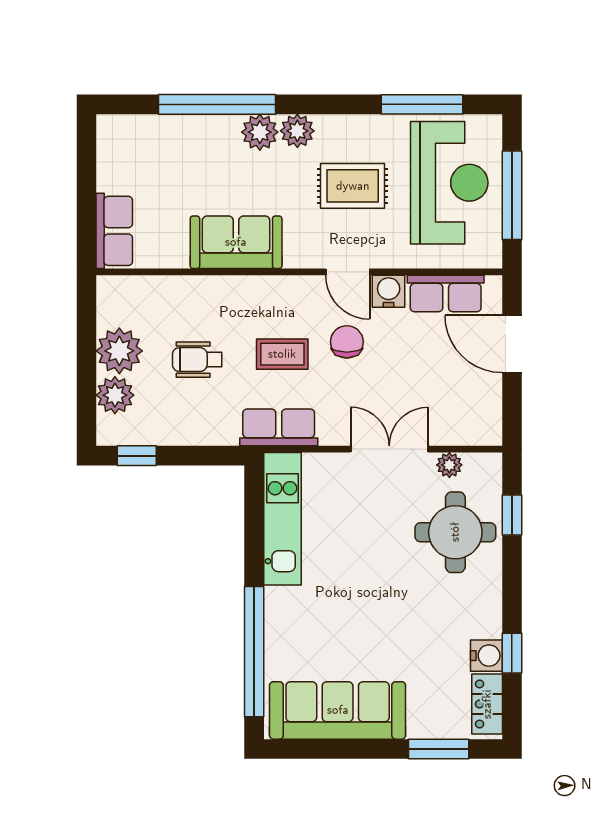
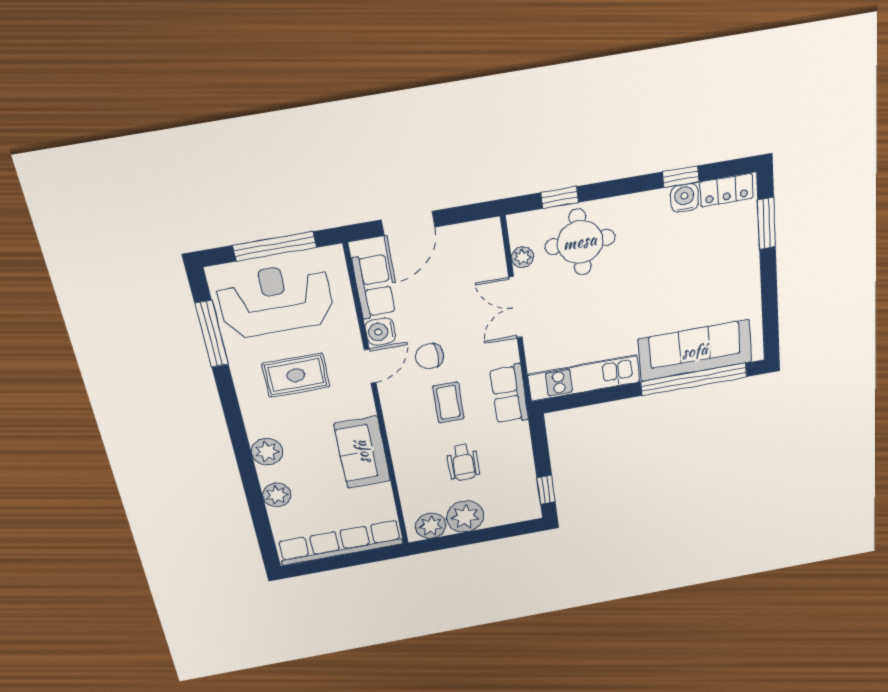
window: (217, 104) -> (252, 486), removed
plant: (297, 131) -> (277, 495), moved
rug: (353, 186) -> (296, 375), turned 90
row of seats: (114, 231) -> (340, 543), width x2.02
plant: (115, 395) -> (431, 526), moved
sofa: (338, 710) -> (695, 351), moved, turned 90

